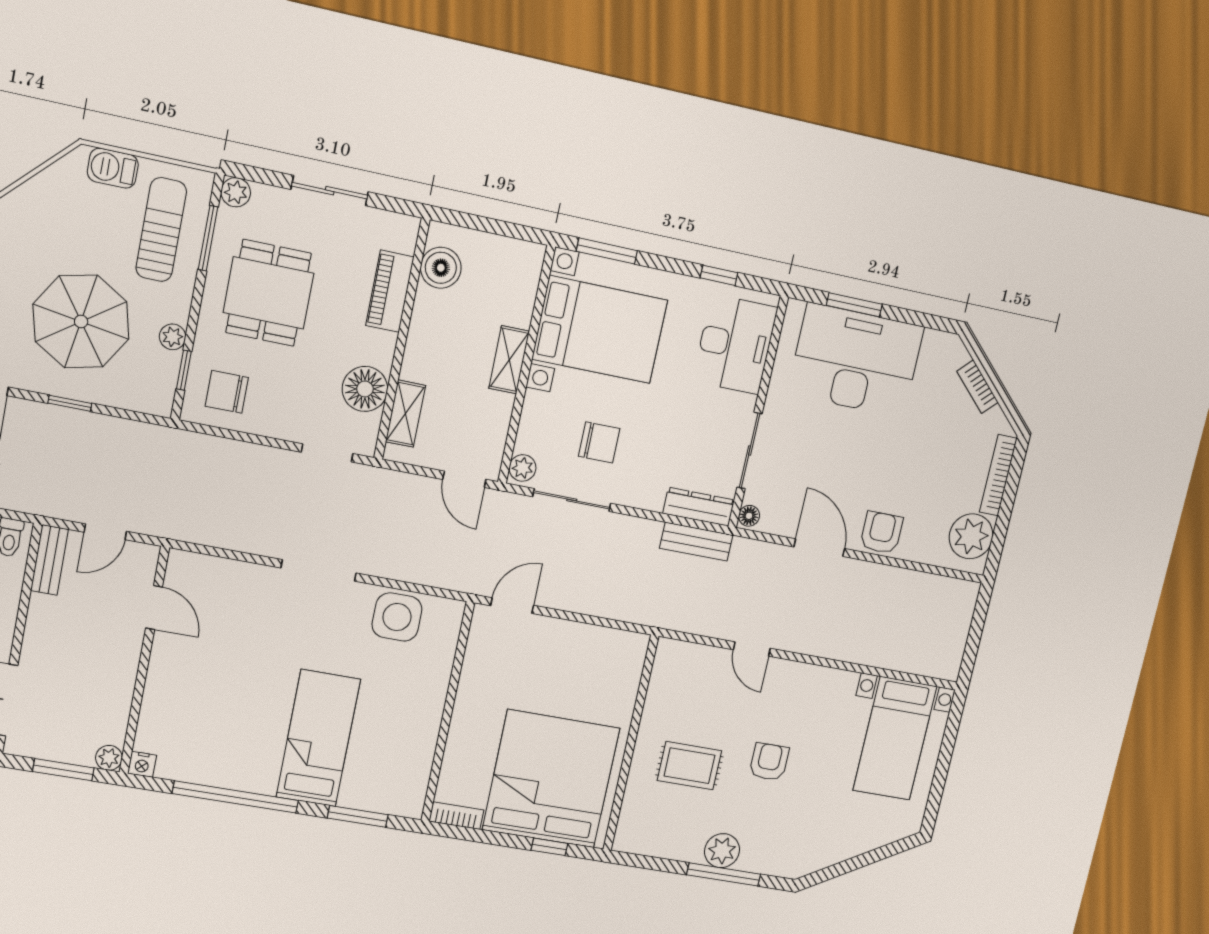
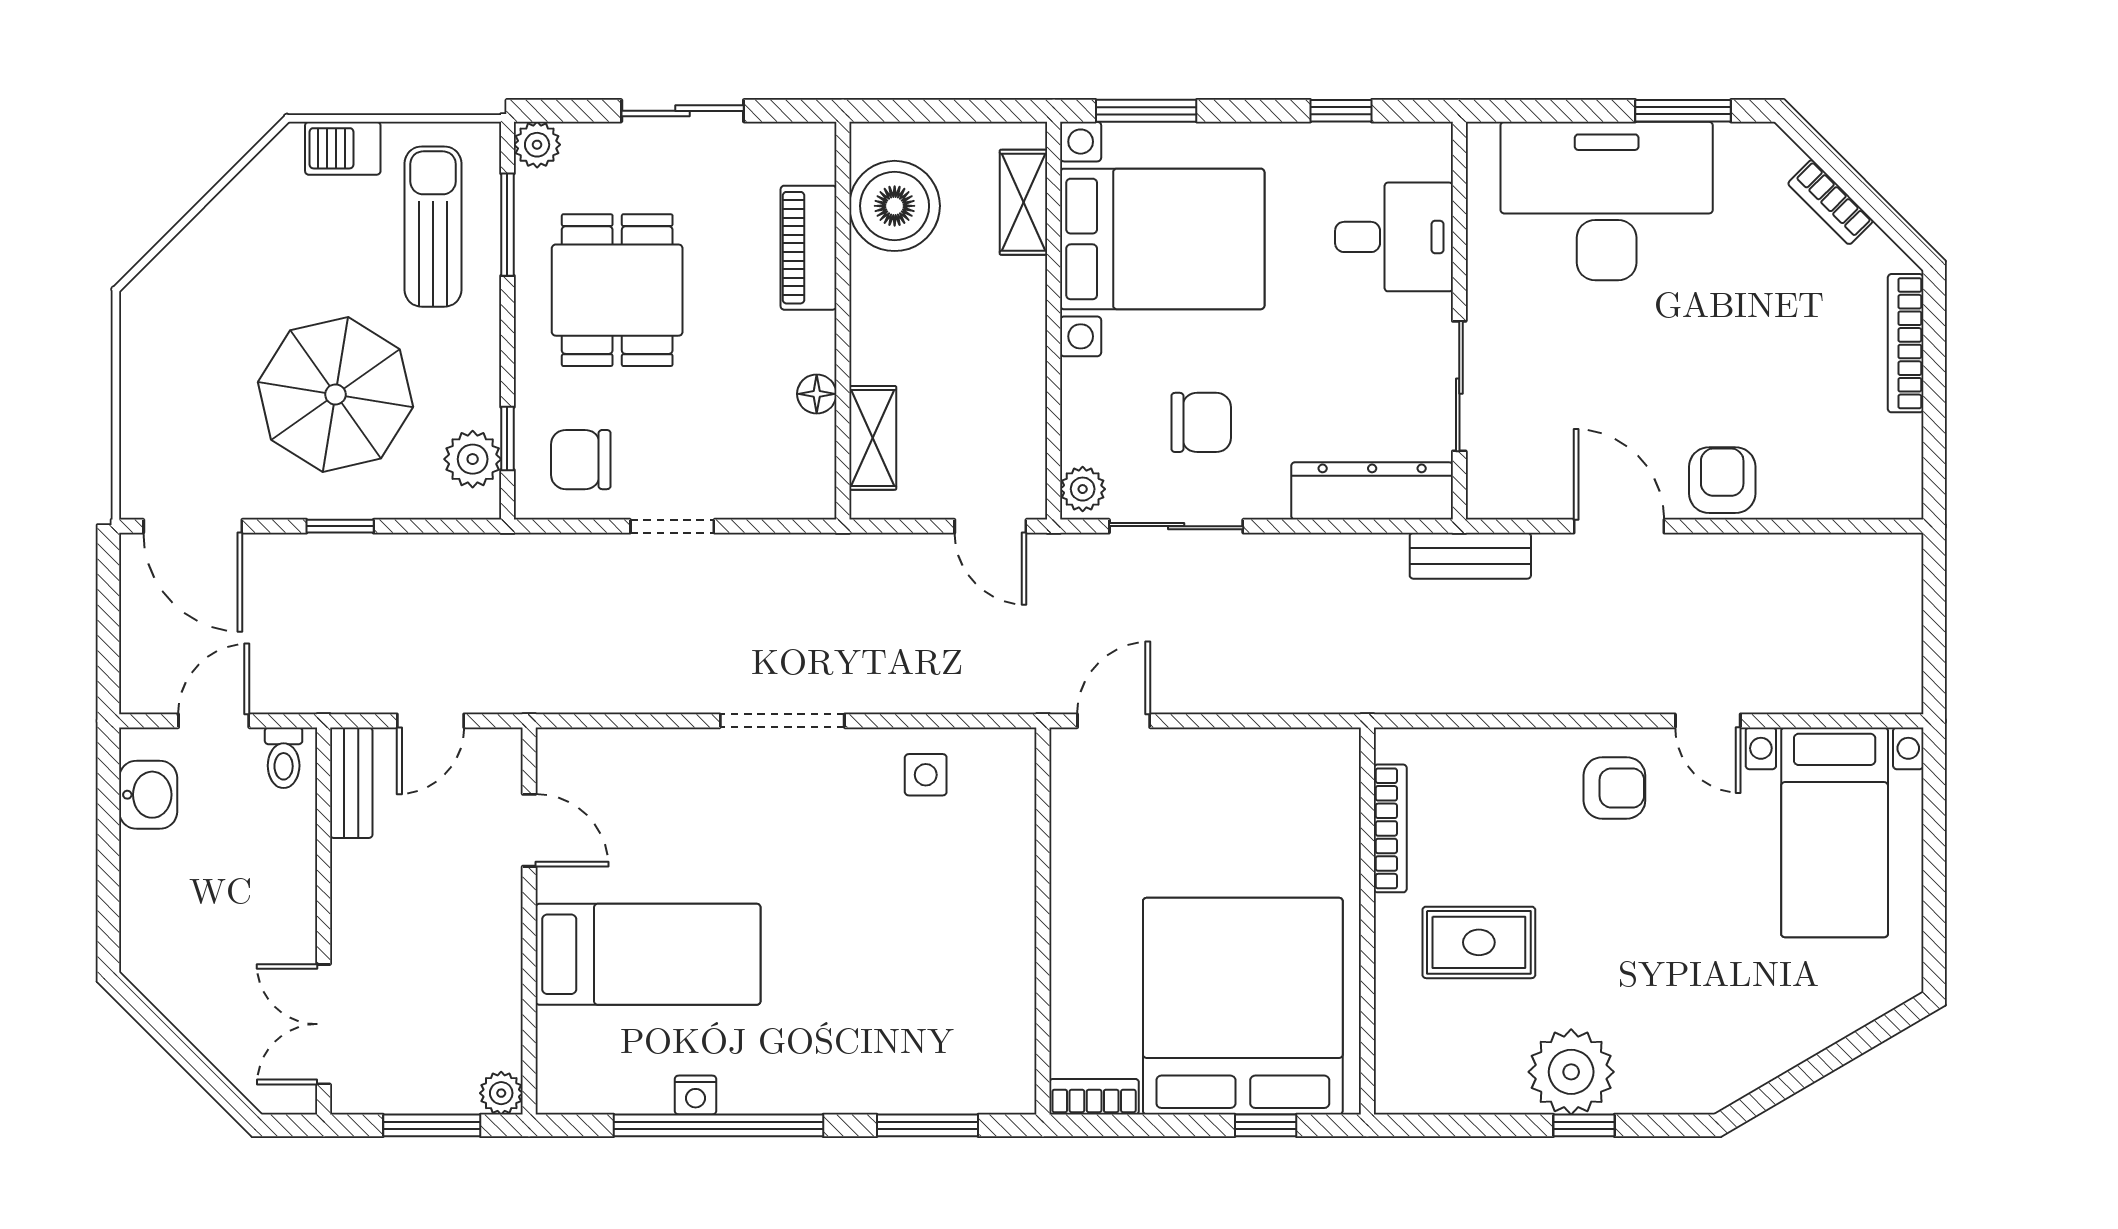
boiler: (441, 268) -> (895, 206), width x1.37, depth x1.37
window: (854, 305) -> (1683, 111), moved
plant: (173, 337) -> (473, 459), moved, width x1.38, depth x1.38
desk: (735, 344) -> (1394, 237), width x0.73
shelving: (509, 360) -> (1024, 202), moved
floor lamp: (365, 389) -> (817, 394), width x0.53, depth x0.53
doorway: (327, 453) -> (672, 526), moved
dresser: (699, 507) -> (1372, 491), width x1.37, depth x1.24
floor lamp: (749, 516) -> (1484, 495), removed
plant: (971, 536) -> (1884, 456), removed
bench: (696, 542) -> (1470, 556), moved
side table: (397, 617) -> (926, 775), width x0.54, depth x0.54
door: (752, 649) -> (1708, 721), moved
bookcase: (655, 694) -> (1390, 828), added
bed: (318, 738) -> (648, 954), moved, turned 90
armchair: (769, 762) -> (1614, 788), moved, turned 90
nightstand: (142, 764) -> (695, 1095), moved
plant: (722, 851) -> (1571, 1072), width x1.36, depth x1.36
window: (724, 874) -> (1584, 1125), width x0.46

